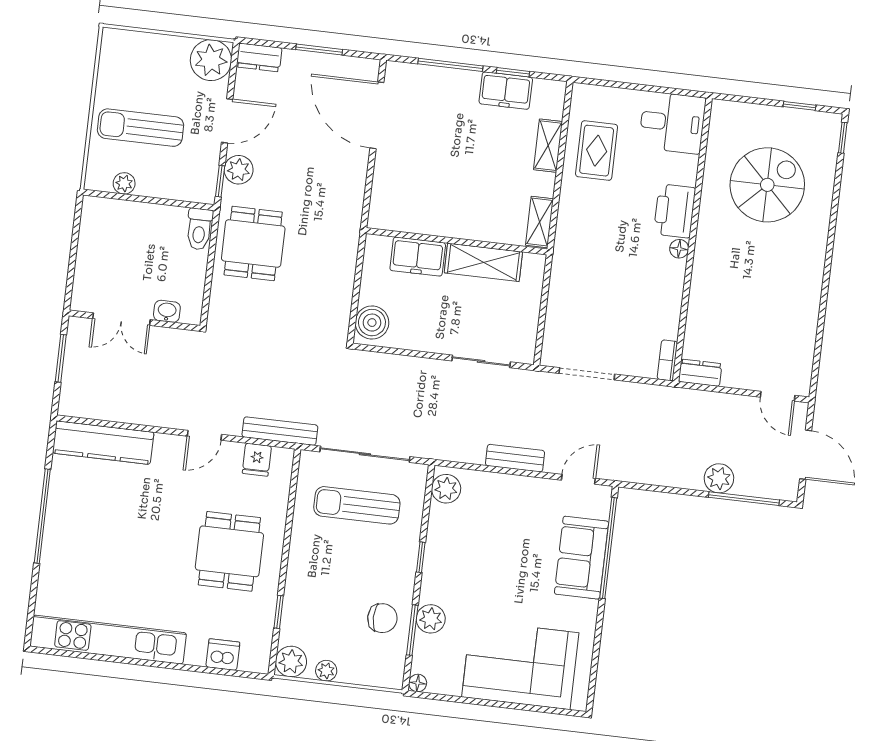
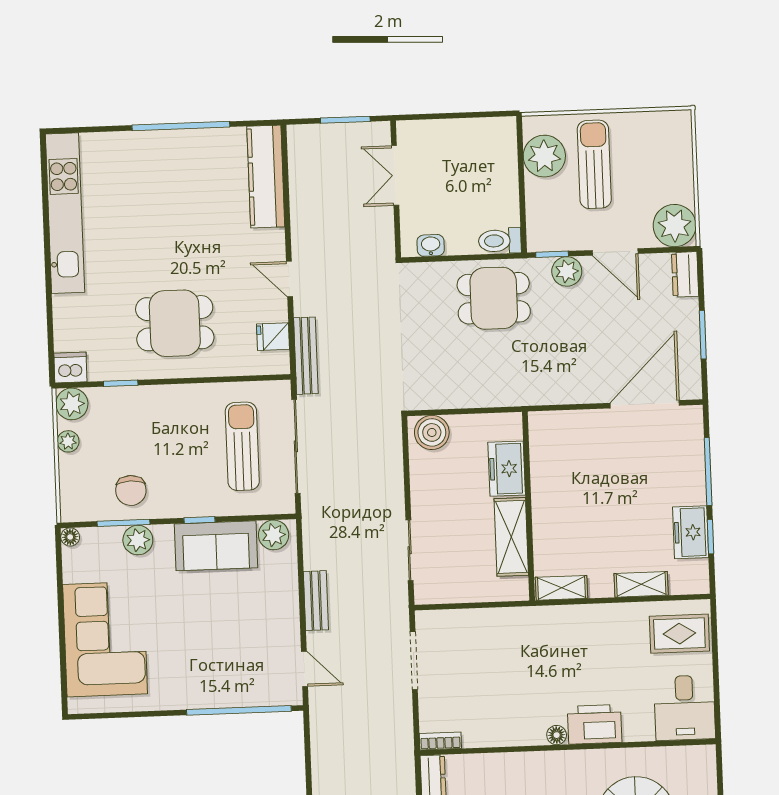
rug: (597, 151) -> (679, 634), moved
plant: (124, 183) -> (544, 156), width x1.88, depth x1.88
washbasin: (167, 311) -> (431, 245), moved, turned -90
sofa: (581, 558) -> (216, 546), moved, turned 180
dishwasher: (223, 655) -> (70, 367), moved, turned -90

